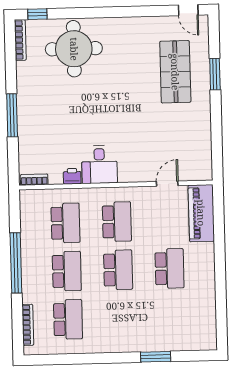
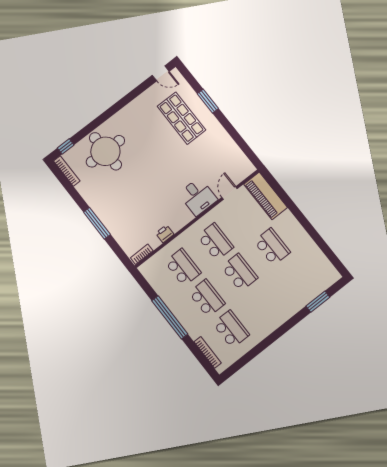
desk: (99, 164) -> (198, 197), moved
window: (156, 357) -> (318, 302), moved

